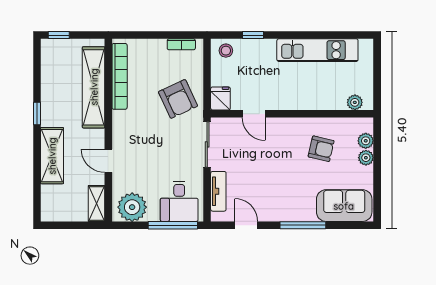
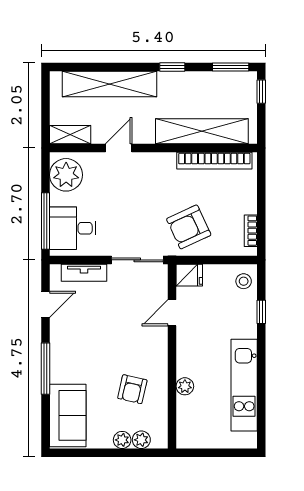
window: (37, 62) -> (231, 67), added
plant: (355, 102) -> (185, 386), moved
shelving: (52, 156) -> (109, 84), width x1.47

